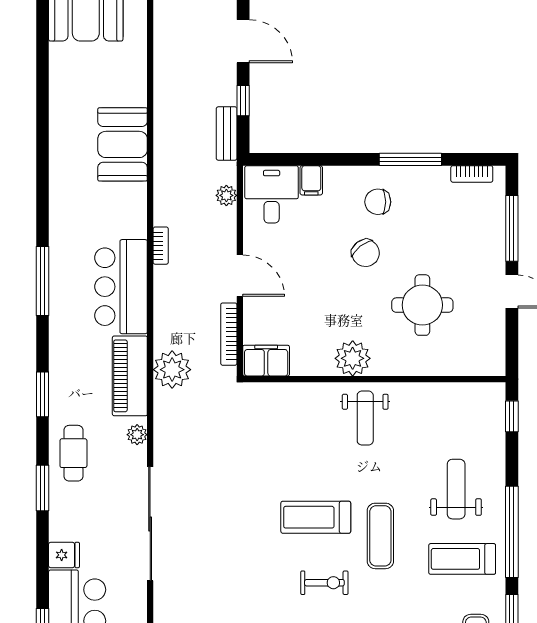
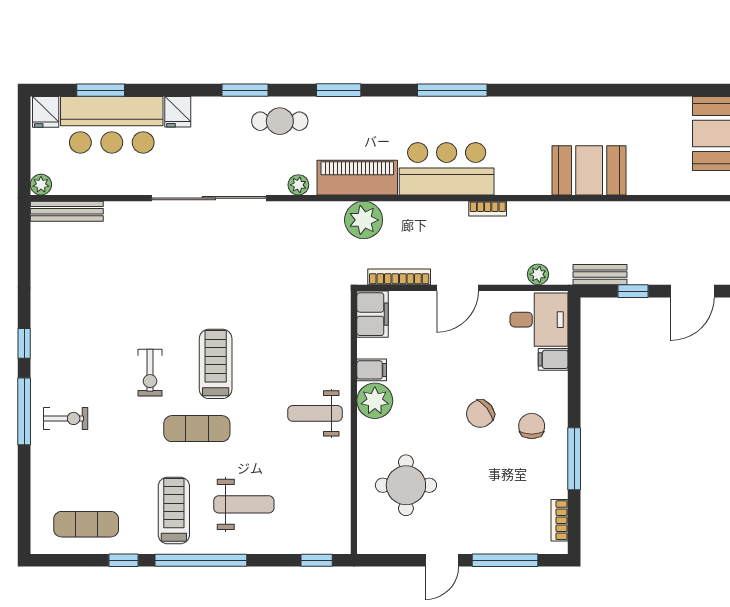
round table: (422, 305) -> (406, 485), moved
filing cabinet: (322, 361) -> (372, 370), added

